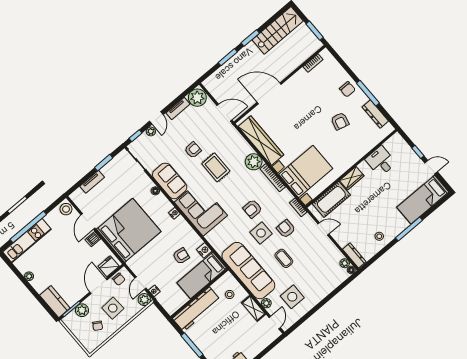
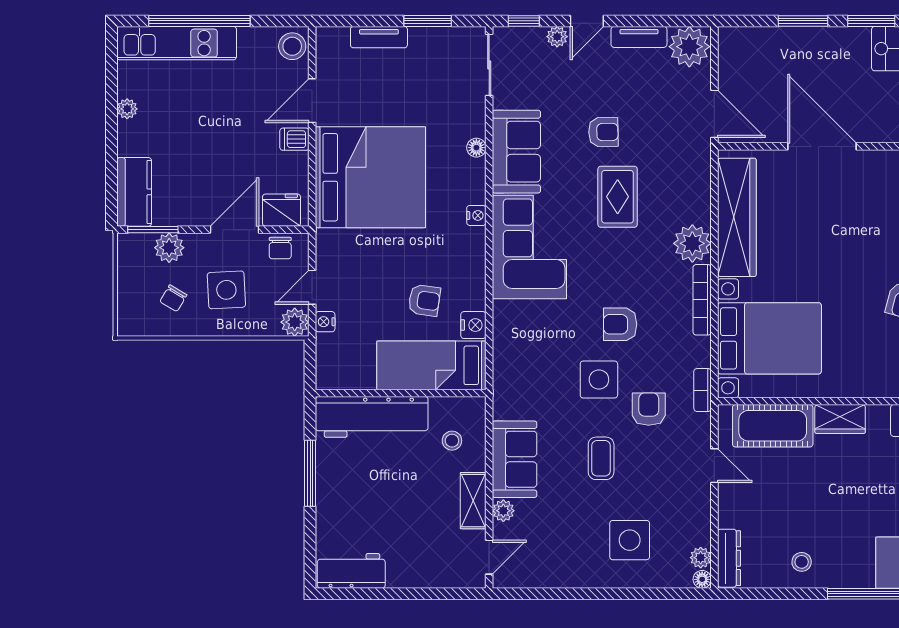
sofa: (248, 271) -> (515, 459), width x0.54, depth x0.79
side table: (292, 297) -> (630, 540), moved

